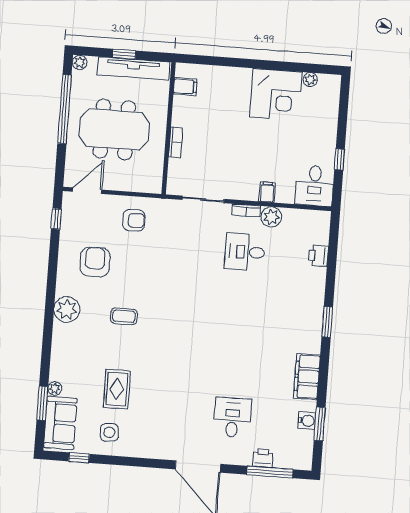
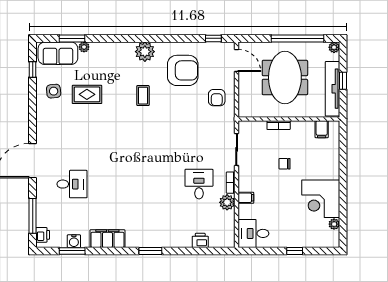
chair: (227, 138) -> (285, 164), added
window: (339, 159) -> (295, 251), moved
armchair: (95, 262) -> (183, 70), width x1.36, depth x1.36
printer: (263, 458) -> (43, 235), moved

